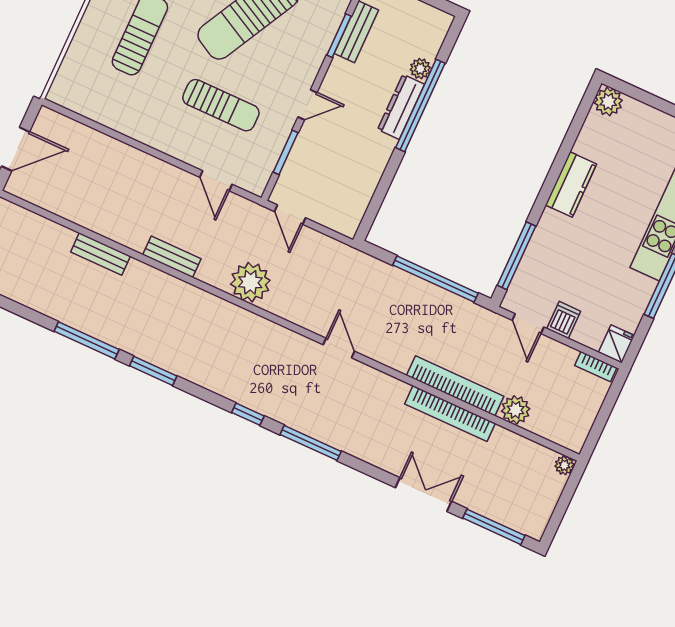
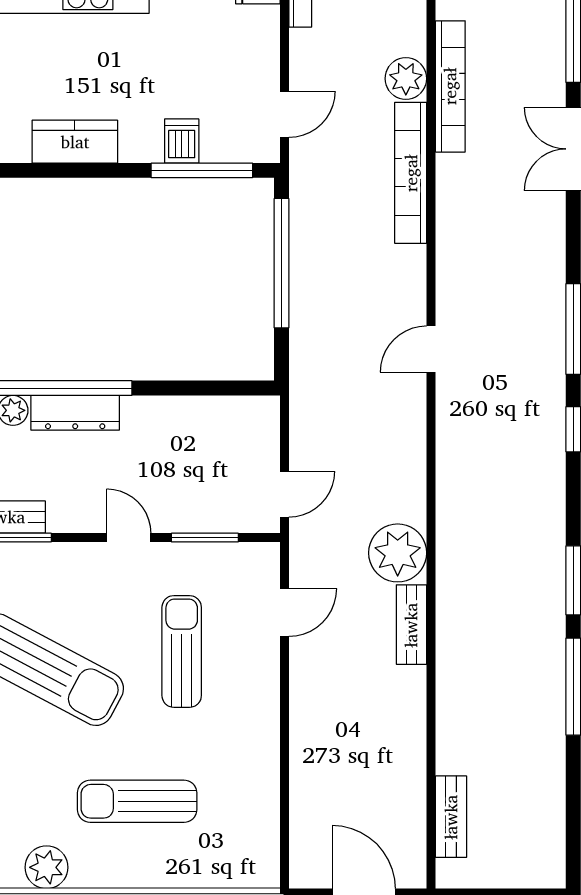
bench: (101, 254) -> (451, 817), moved
plant: (250, 282) -> (398, 553), moved
dishwasher: (564, 320) -> (182, 141), moved, turned 90
bookcase: (450, 414) -> (450, 86), moved

